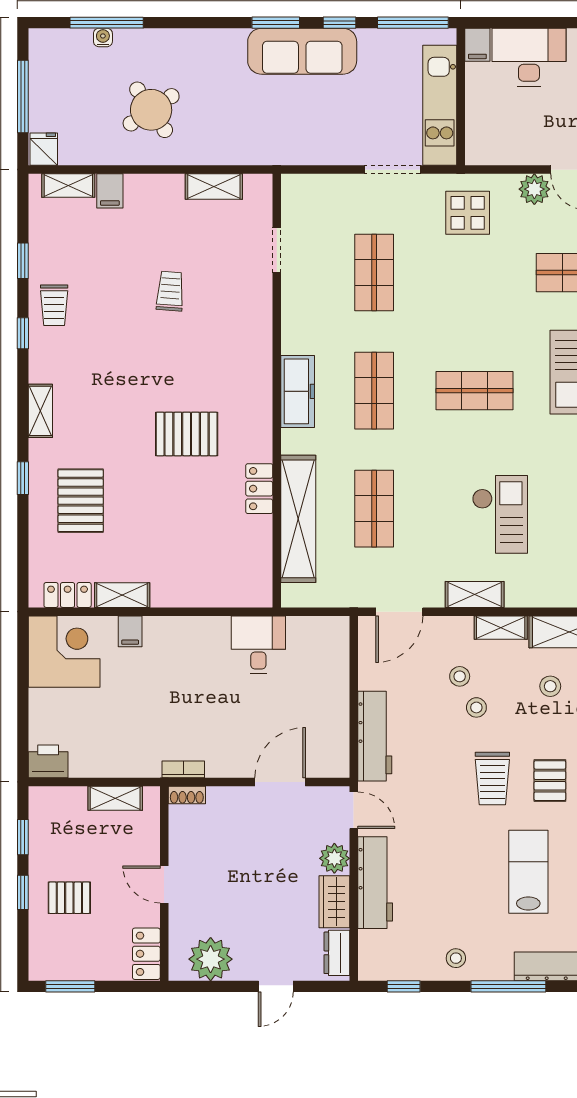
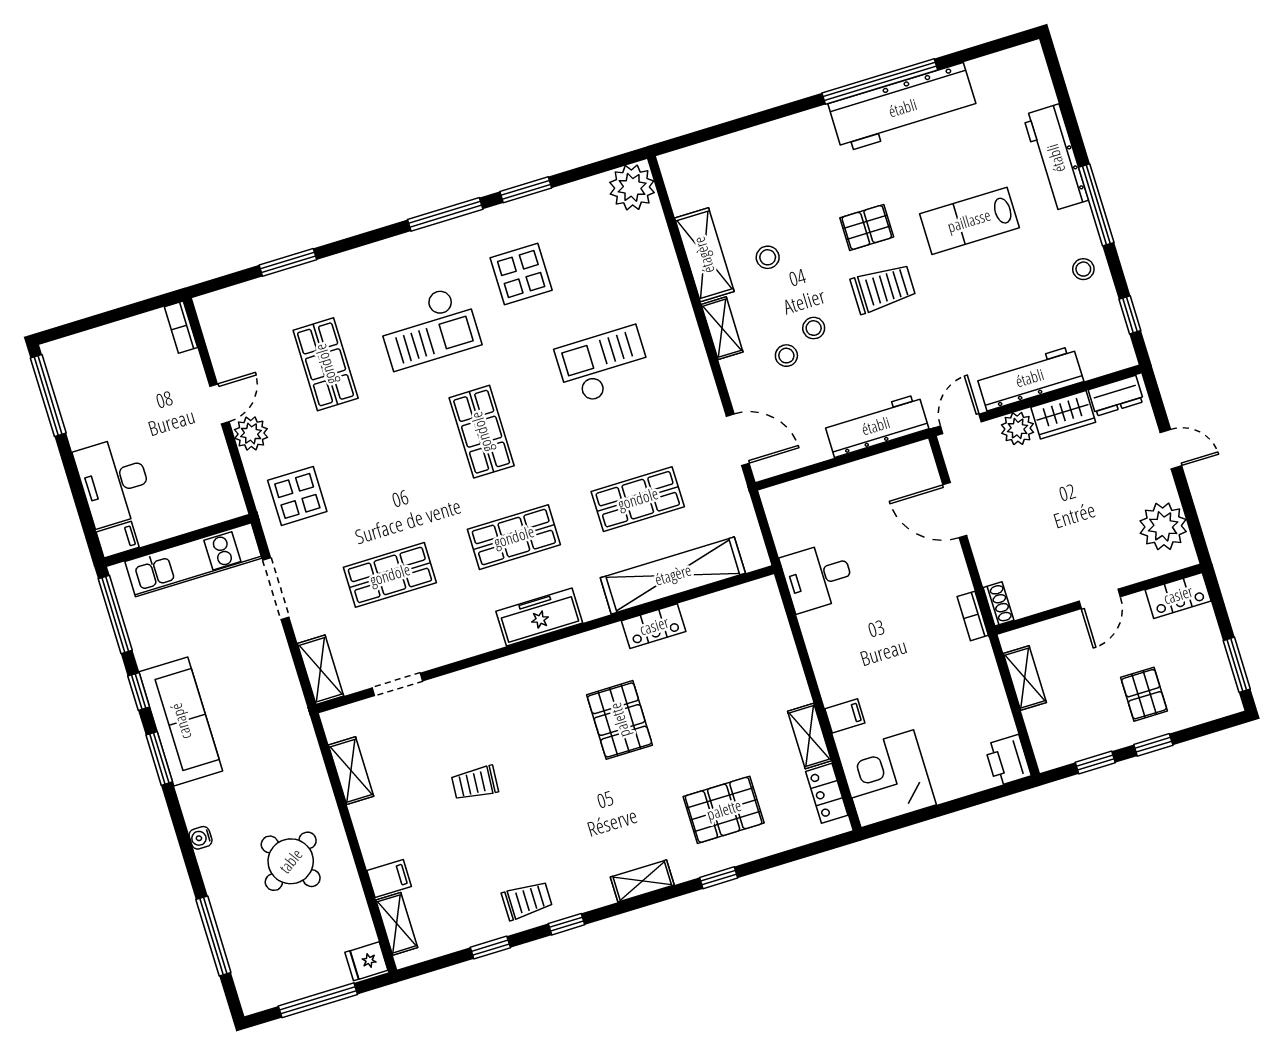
water cooler: (103, 37) -> (201, 838), moved
shelving: (475, 594) -> (320, 670), moved

